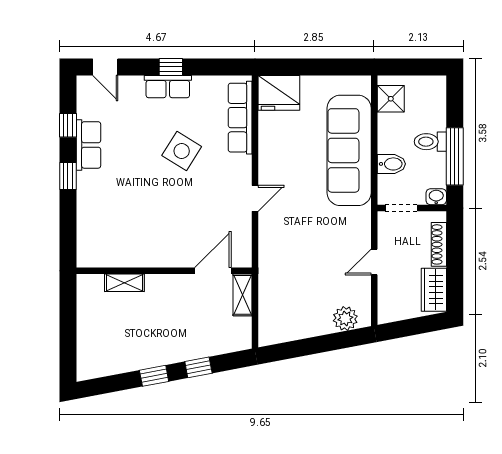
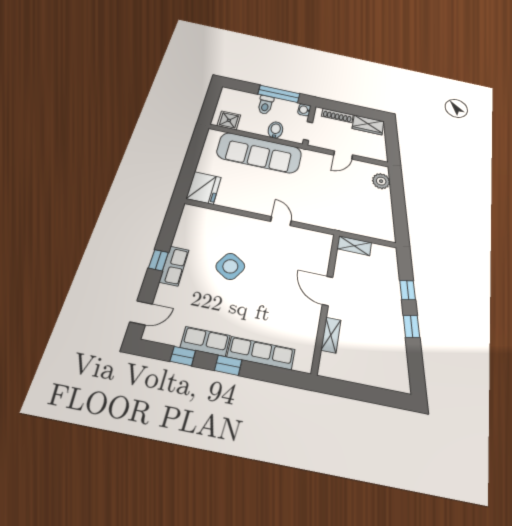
row of seats: (240, 118) -> (261, 353), moved, turned 180
door: (374, 262) -> (343, 155), hinge flipped
door: (213, 271) -> (328, 291), moved

